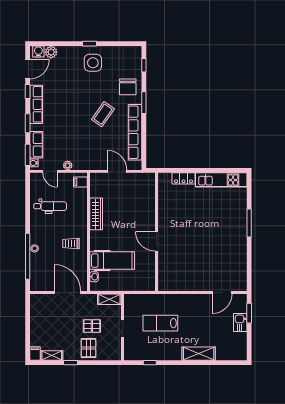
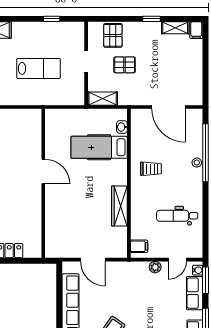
door: (50, 171) -> (177, 260), swing flipped
door: (67, 293) -> (168, 107), moved
pallet: (88, 348) -> (113, 35), moved

